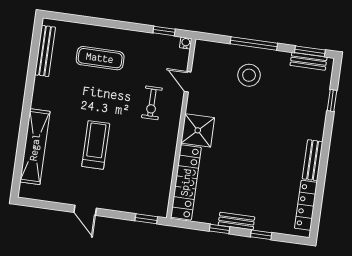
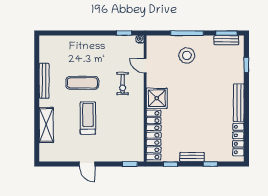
bench: (45, 51) -> (44, 81), moved
exercise mat: (100, 58) -> (82, 83), moved
shelving: (35, 147) -> (46, 125), width x0.68
bench: (313, 160) -> (239, 103), width x1.36
window: (219, 229) -> (170, 164), moved

